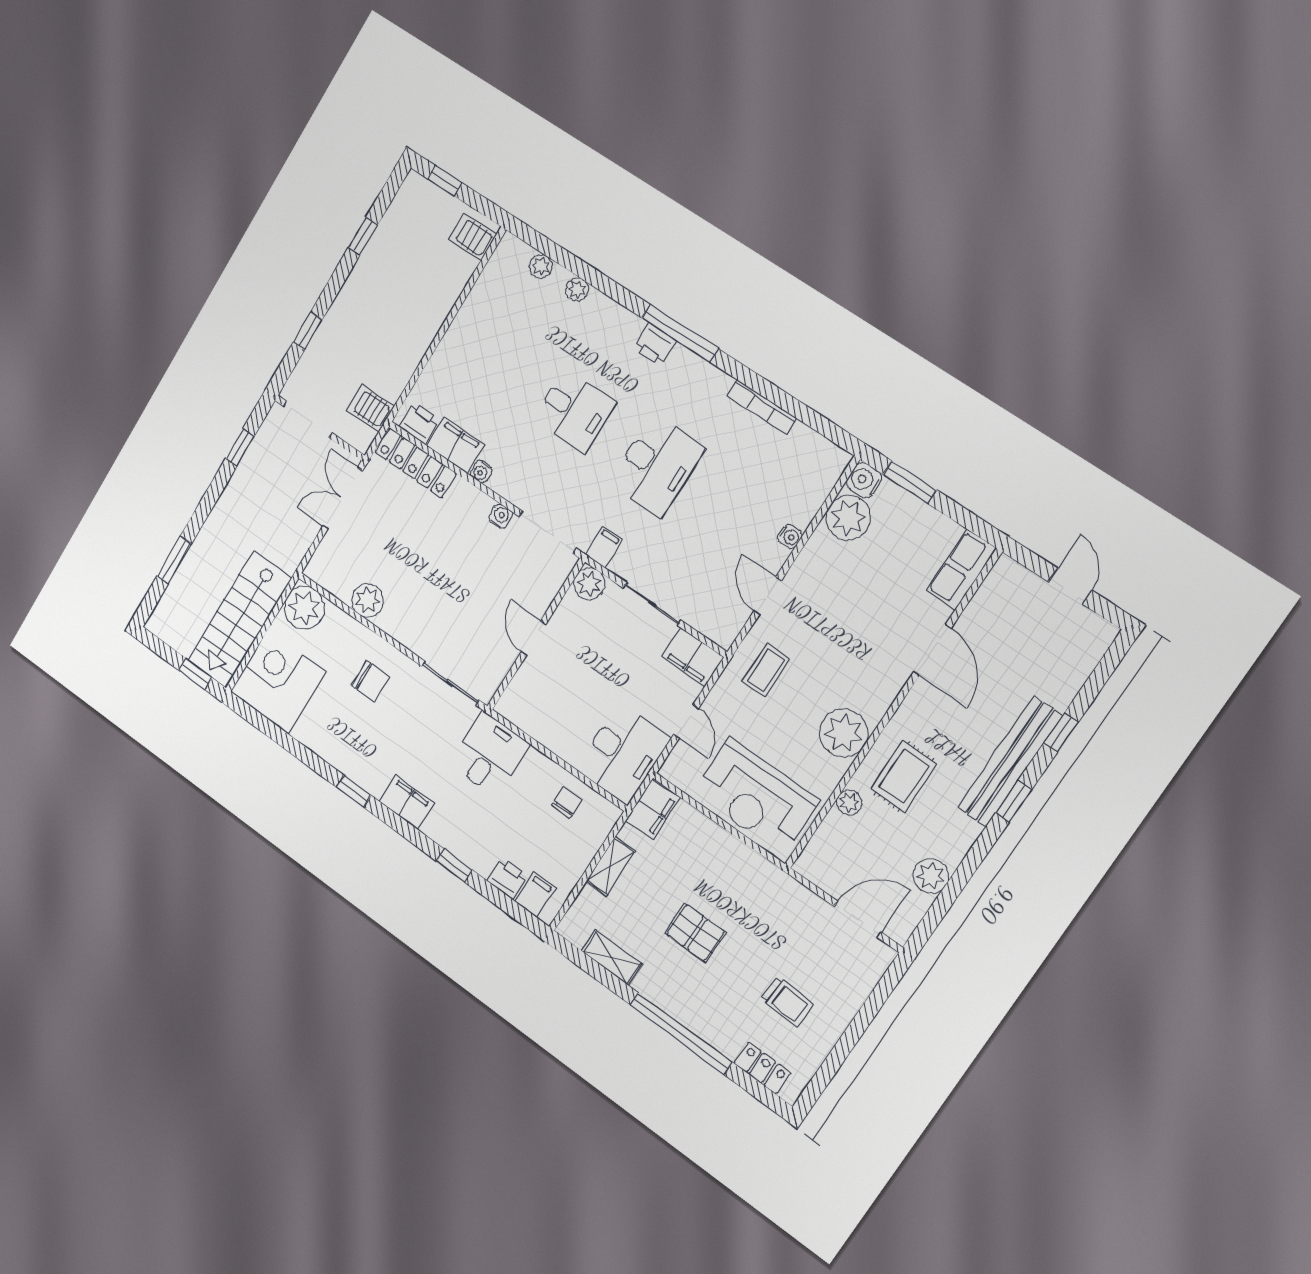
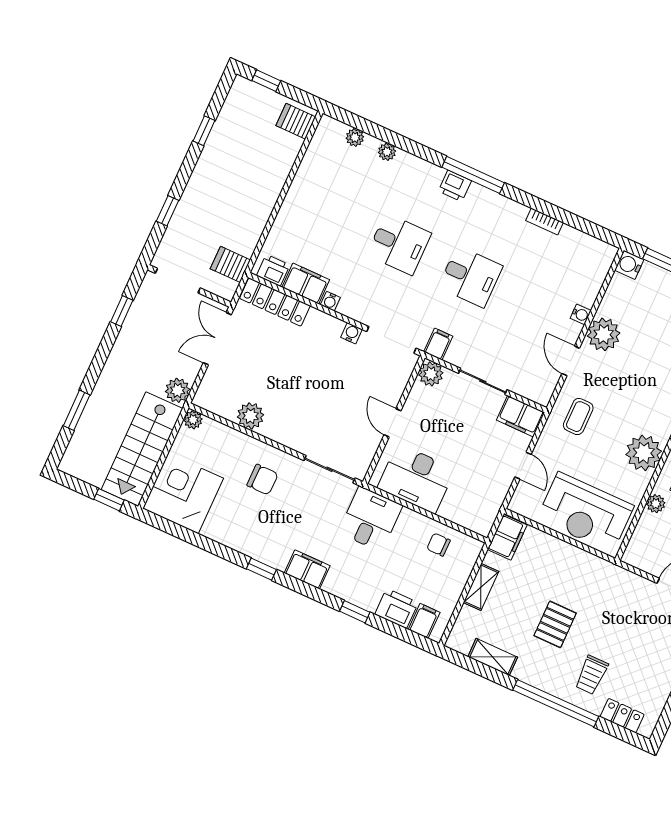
bookcase: (762, 407) -> (544, 222), width x0.64
desk: (657, 466) -> (470, 277), width x0.73
plant: (848, 518) -> (604, 334), moved
plant: (289, 555) -> (178, 390), added
plant: (304, 608) -> (193, 420), width x0.53, depth x0.53
desk: (623, 754) -> (416, 478), moved, turned 90
chair: (567, 802) -> (438, 545), turned -90
printer: (507, 878) -> (397, 608), width x1.36, depth x1.24
pallet: (695, 933) -> (555, 624), turned 90
trolley: (787, 1002) -> (591, 675), moved, turned 87

